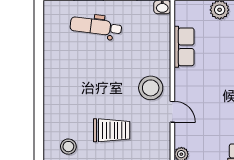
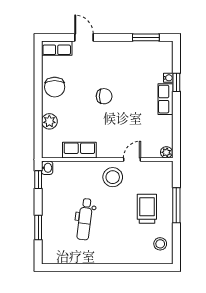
dental chair: (96, 26) -> (85, 219), moved

